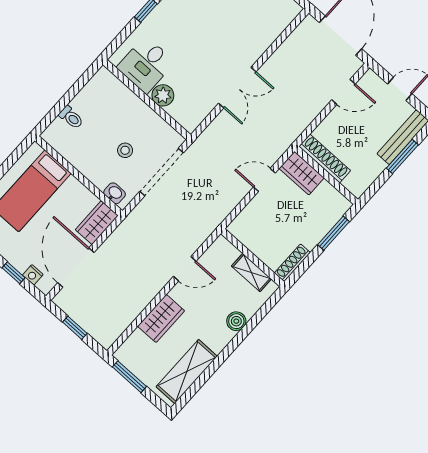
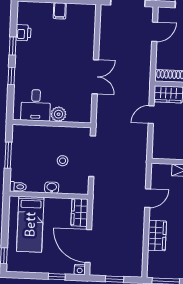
window: (70, 95) -> (8, 155), added
toilet: (71, 117) -> (18, 187), moved
washbasin: (115, 193) -> (52, 188), moved
nightstand: (33, 275) -> (80, 270), moved

